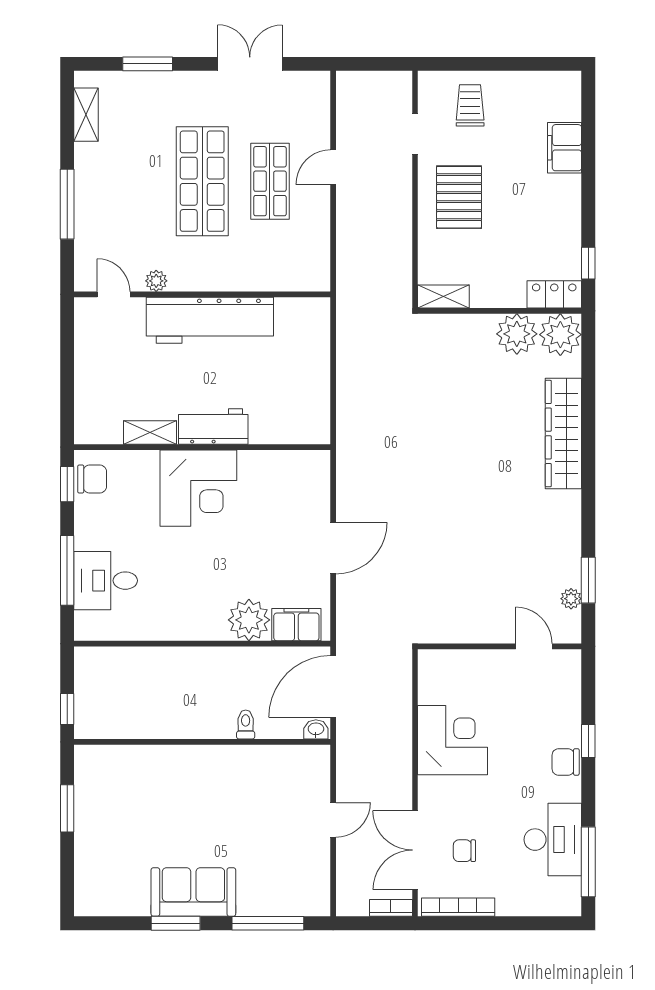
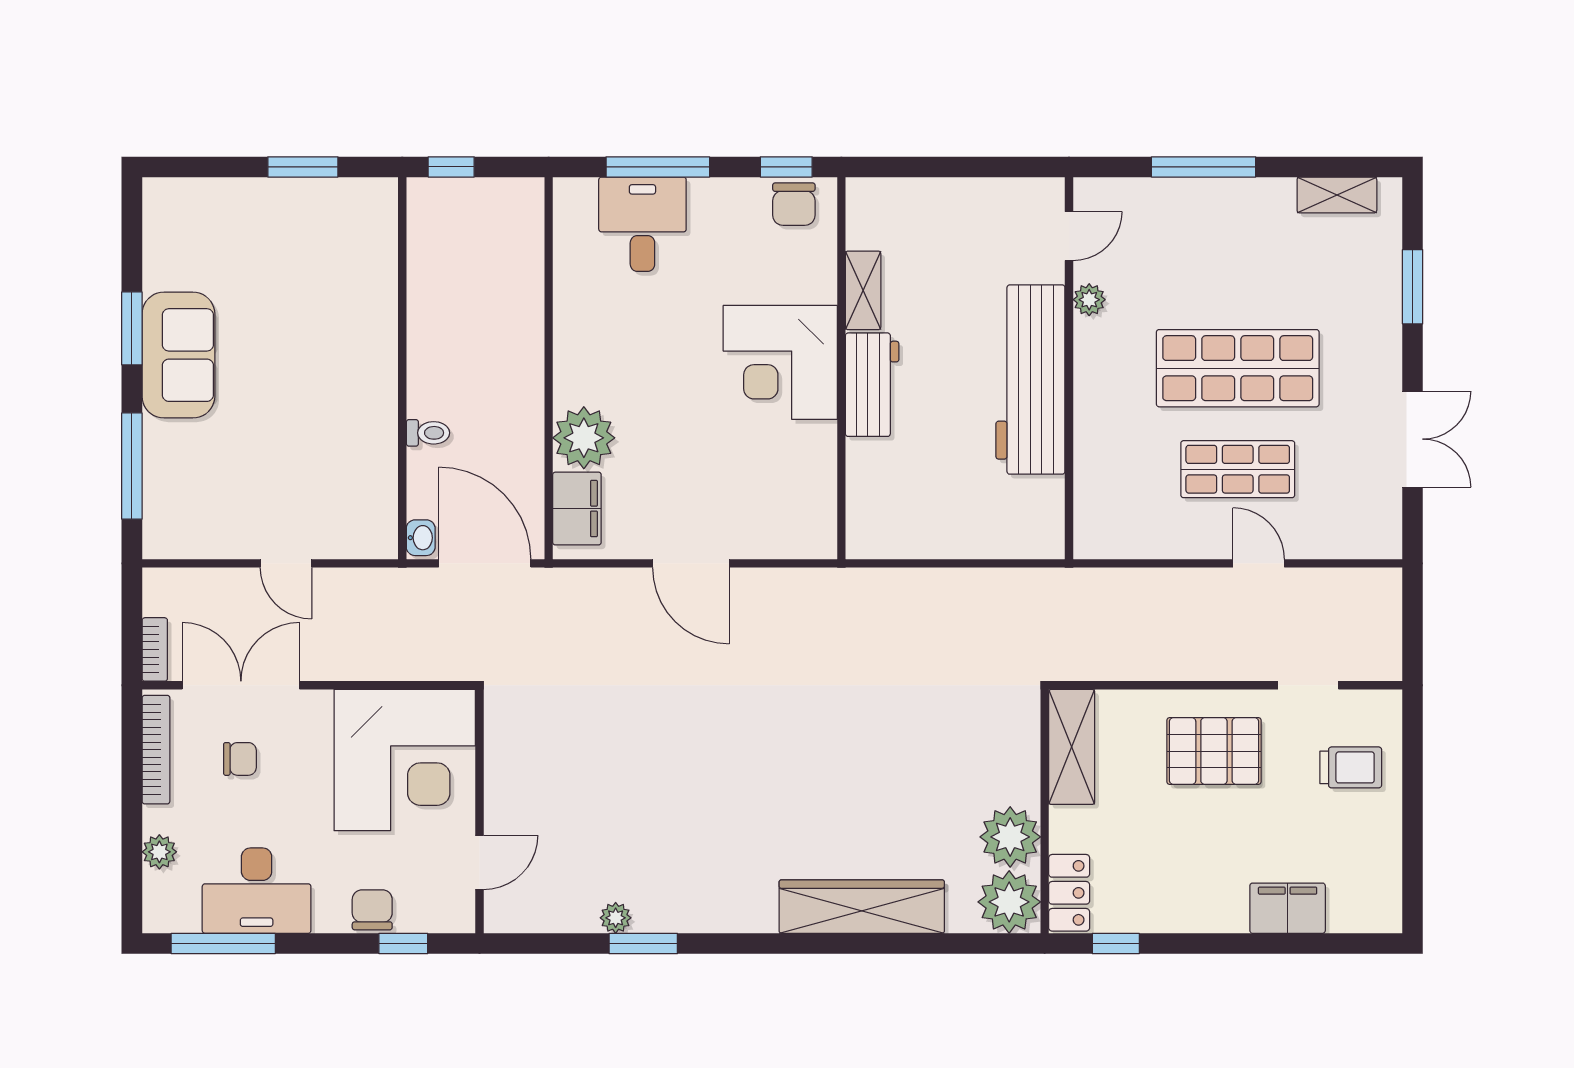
shelving: (443, 296) -> (1072, 747), width x1.50, depth x1.33
wall: (500, 646) -> (479, 811), moved
door: (534, 646) -> (479, 862), moved
corner desk: (453, 740) -> (405, 760), width x1.36, depth x1.36
chair: (464, 851) -> (240, 759), turned 90
plant: (527, 905) -> (159, 852), added

